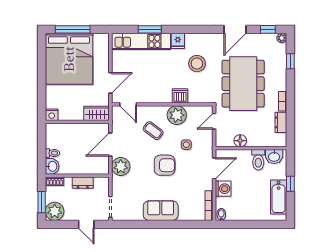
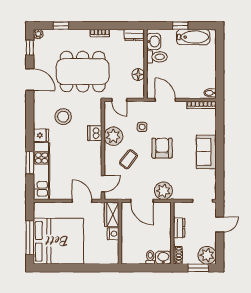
nightstand: (52, 115) -> (113, 234), moved
dresser: (281, 122) -> (134, 35), moved
washing machine: (223, 189) -> (185, 91), removed

